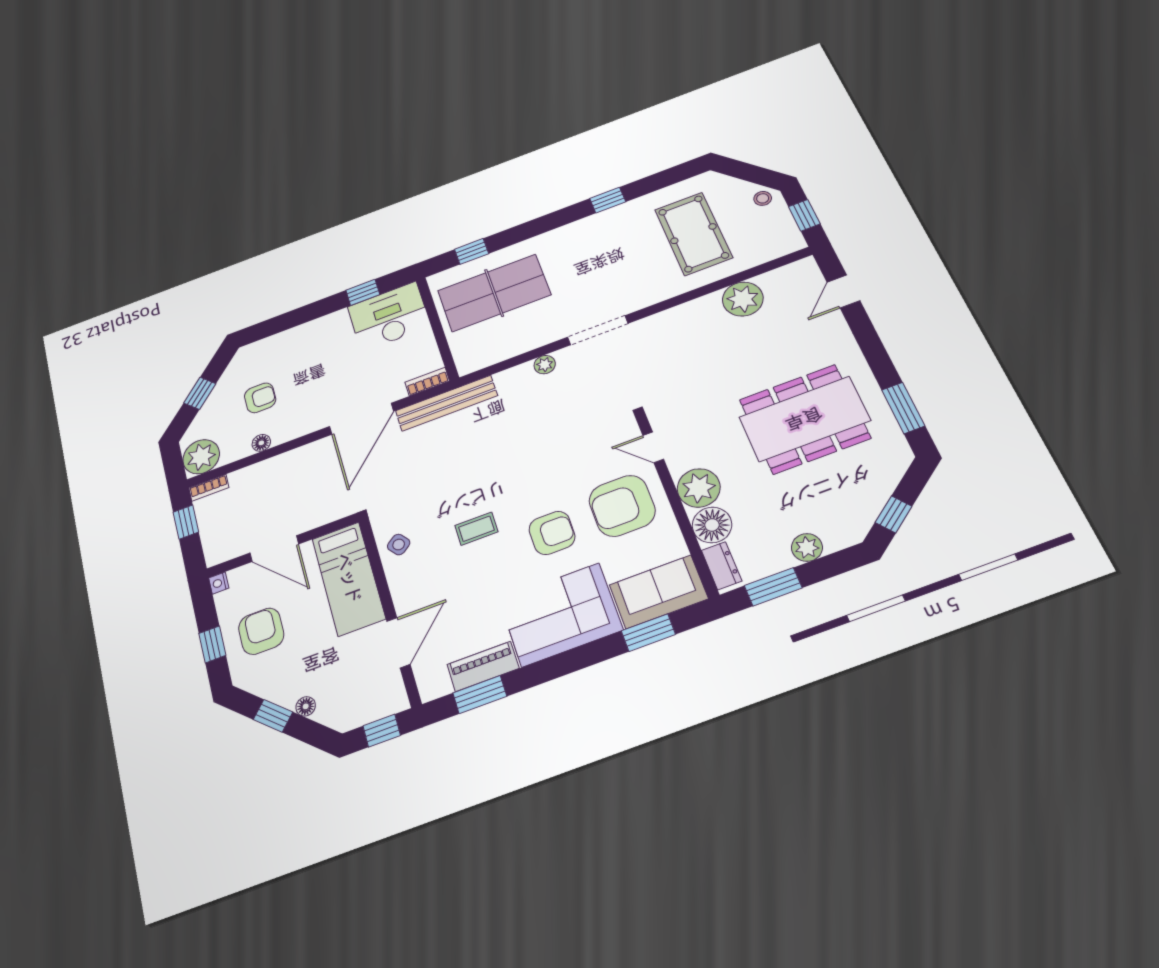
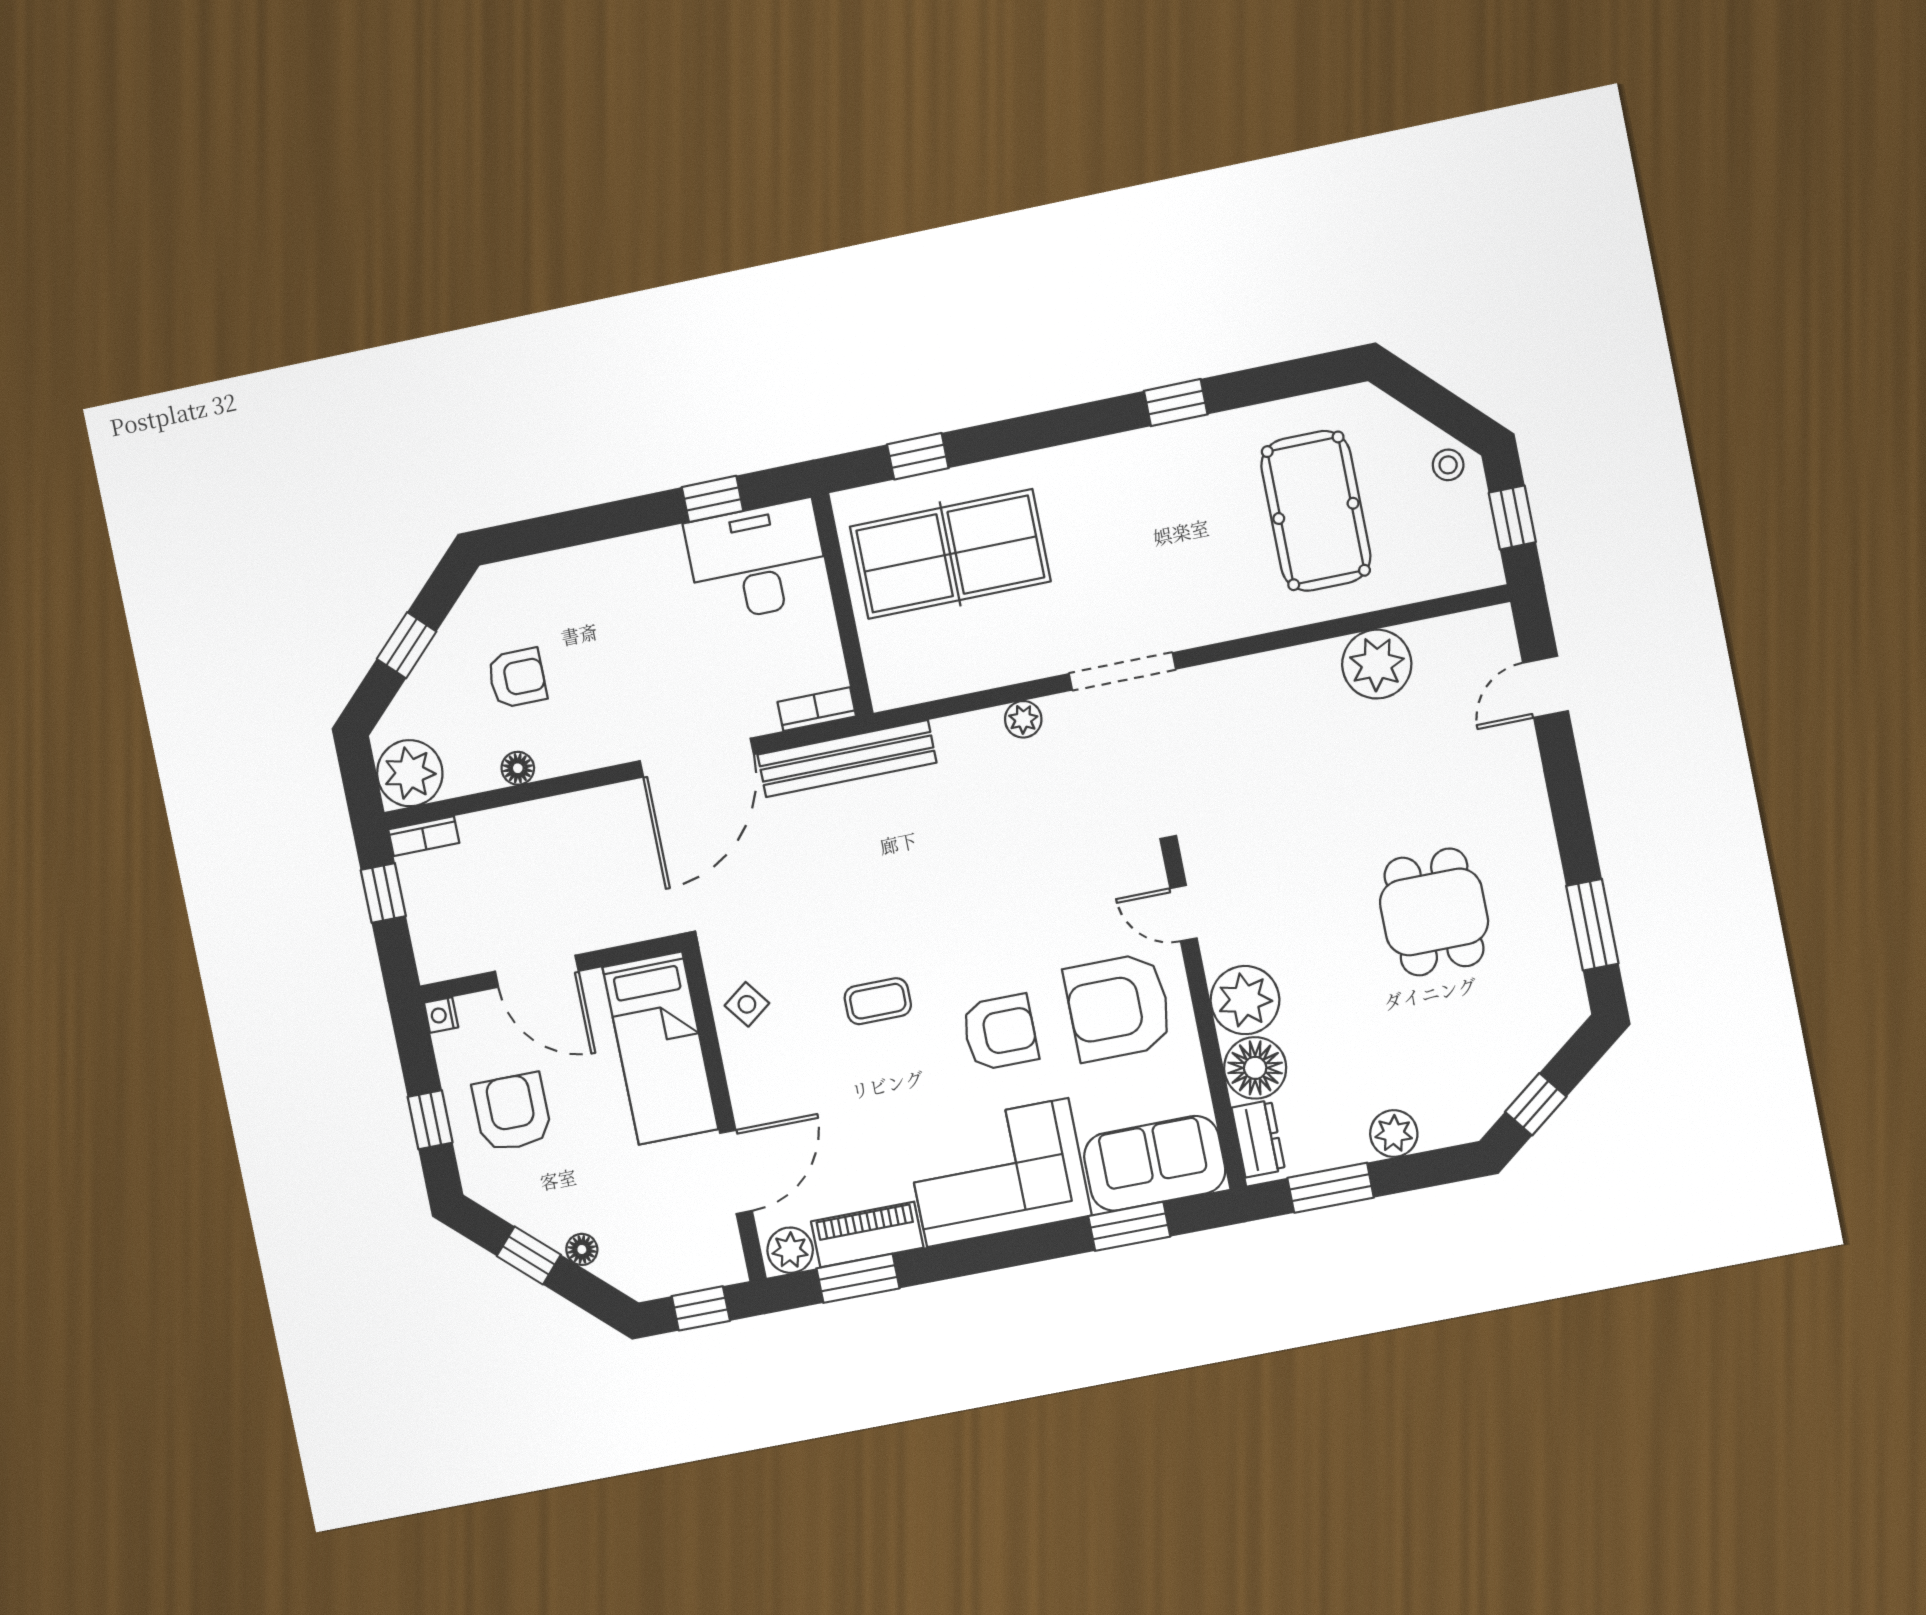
dining table: (804, 419) -> (1434, 912), width x0.53, depth x0.80
plant: (435, 684) -> (790, 1250), added

